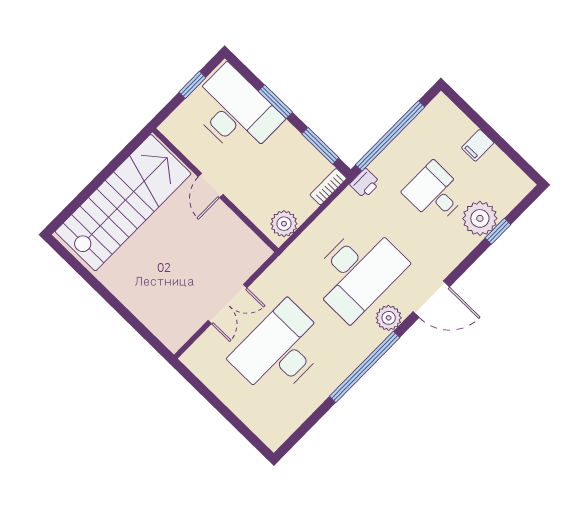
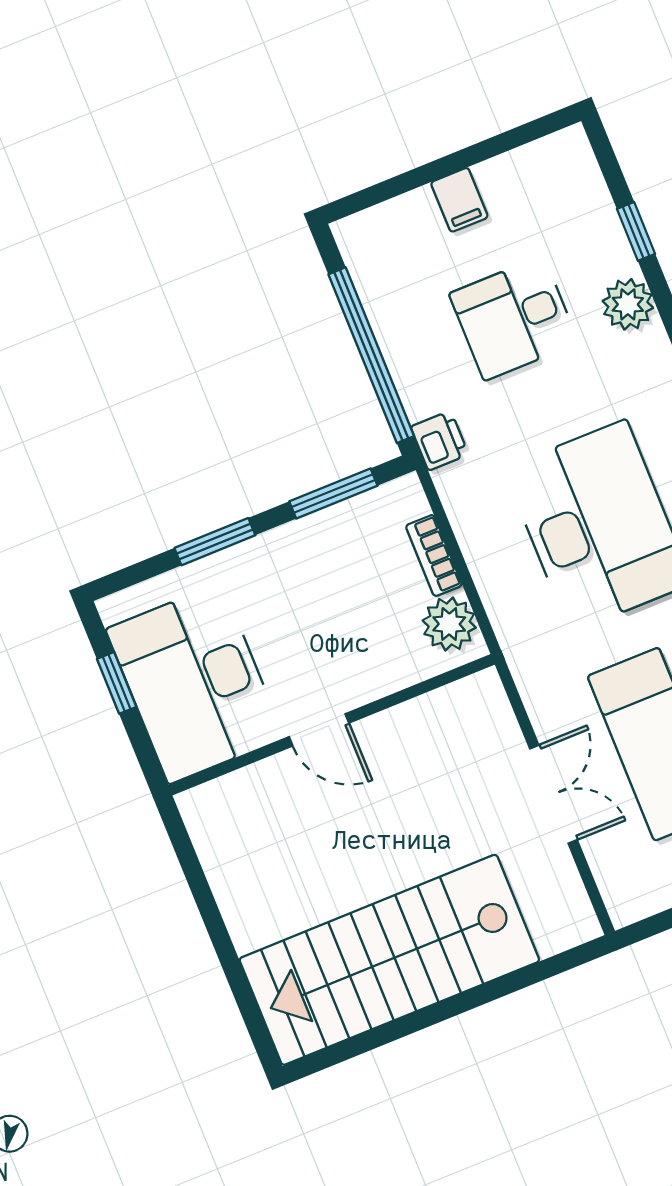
desk: (235, 112) -> (195, 683), moved, turned -90
bookcase: (328, 187) -> (434, 556), moved
stairs: (123, 203) -> (389, 960), moved, turned -90
plant: (480, 218) -> (628, 304), moved, width x0.73, depth x0.73

